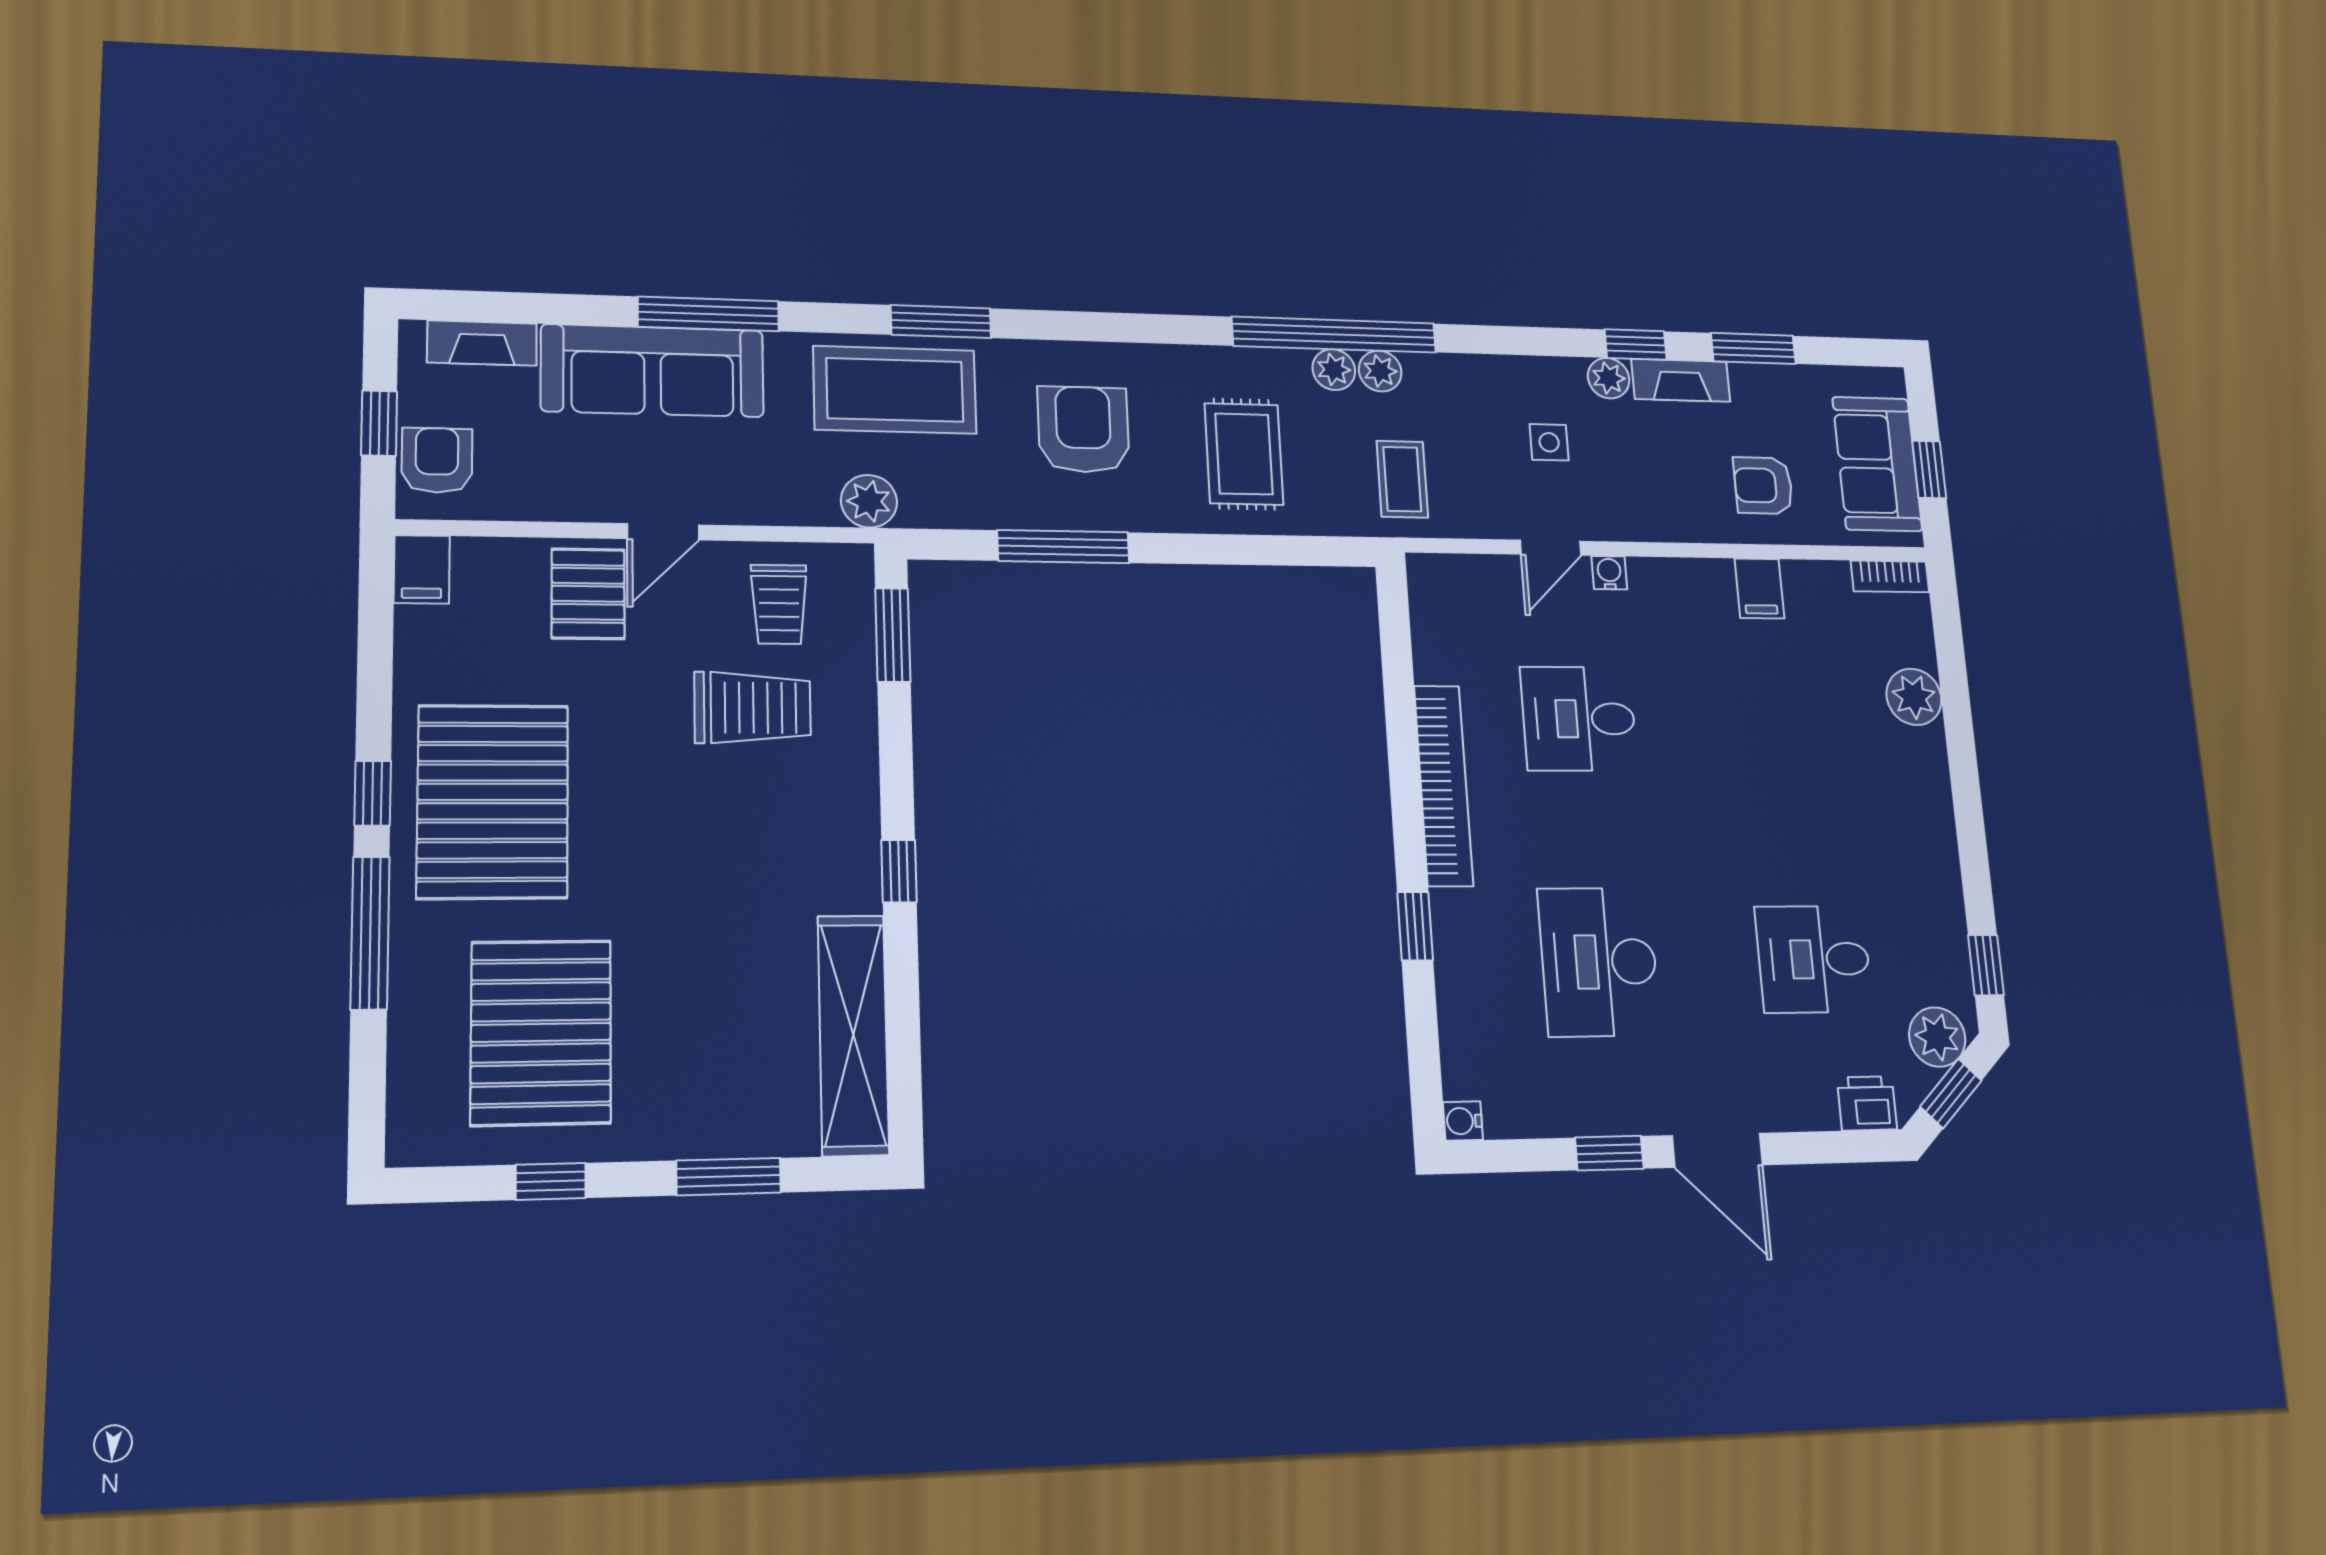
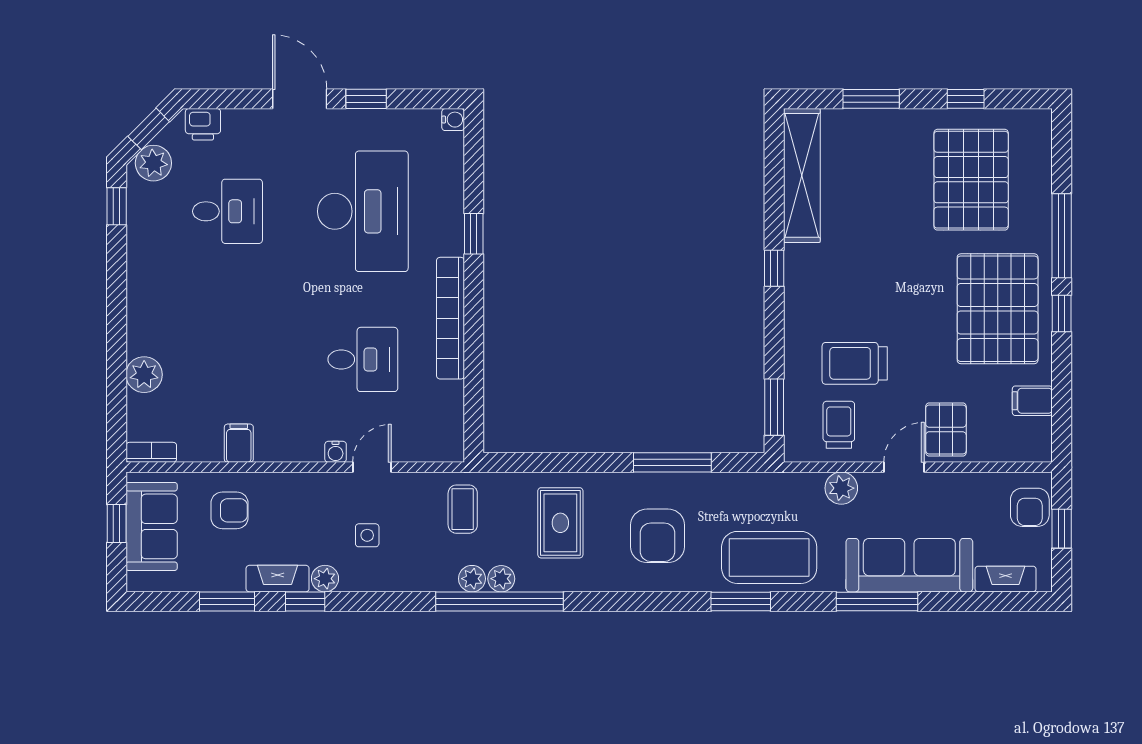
plant: (869, 501) -> (841, 488), moved
filing cabinet: (422, 569) -> (1032, 401), moved, turned -90
desk: (1599, 962) -> (363, 211), width x1.36, depth x1.30

